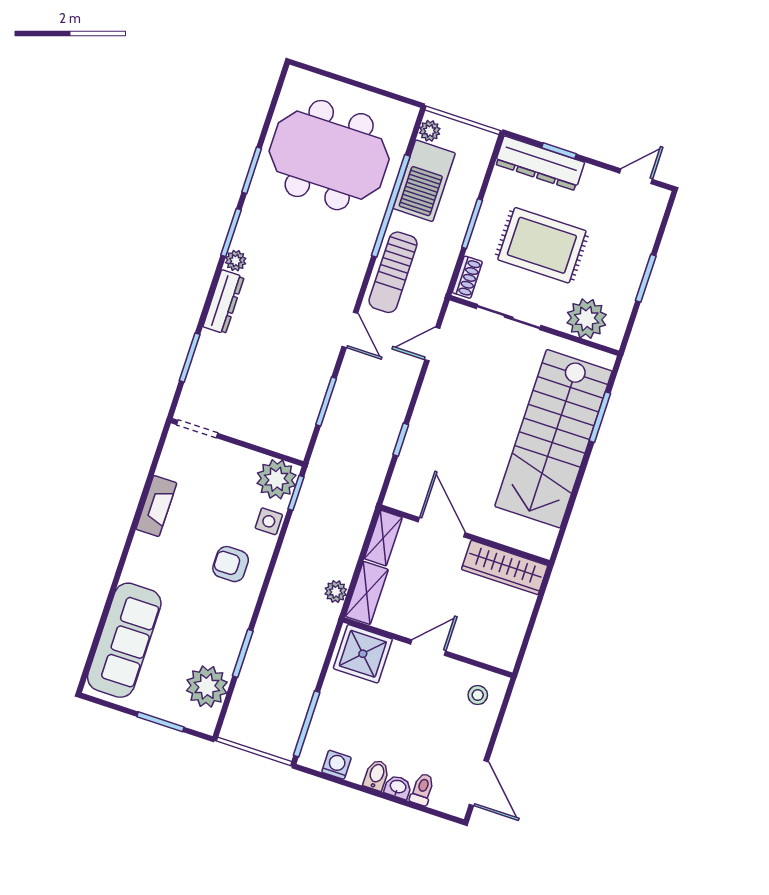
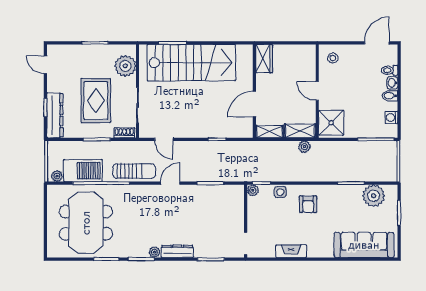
plant: (276, 479) -> (253, 190), width x0.53, depth x0.53
wardrobe: (505, 567) -> (264, 59), width x0.67

